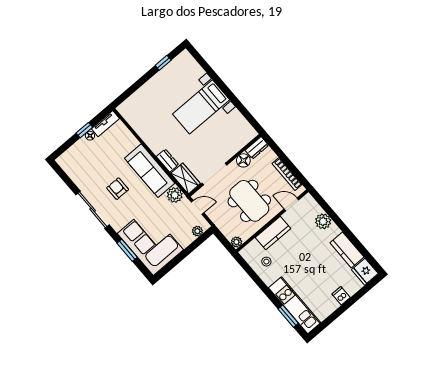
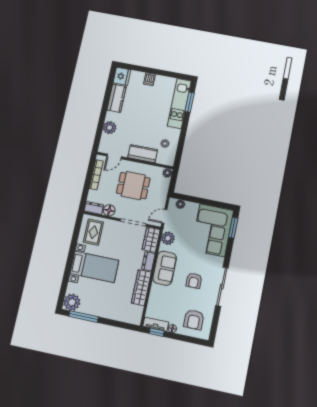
plant: (184, 62) -> (72, 302), added
window: (163, 63) -> (84, 317), width x2.17
window: (84, 130) -> (157, 332), moved
rug: (234, 130) -> (93, 232), added
wardrobe: (149, 136) -> (141, 288), added
armchair: (83, 161) -> (194, 320), added
sofa: (150, 171) -> (165, 268), width x0.73
dining table: (249, 201) -> (133, 186), width x0.73
door: (291, 204) -> (114, 156), hinge flipped
door: (198, 207) -> (164, 216), hinge flipped
window: (127, 250) -> (233, 228), moved

